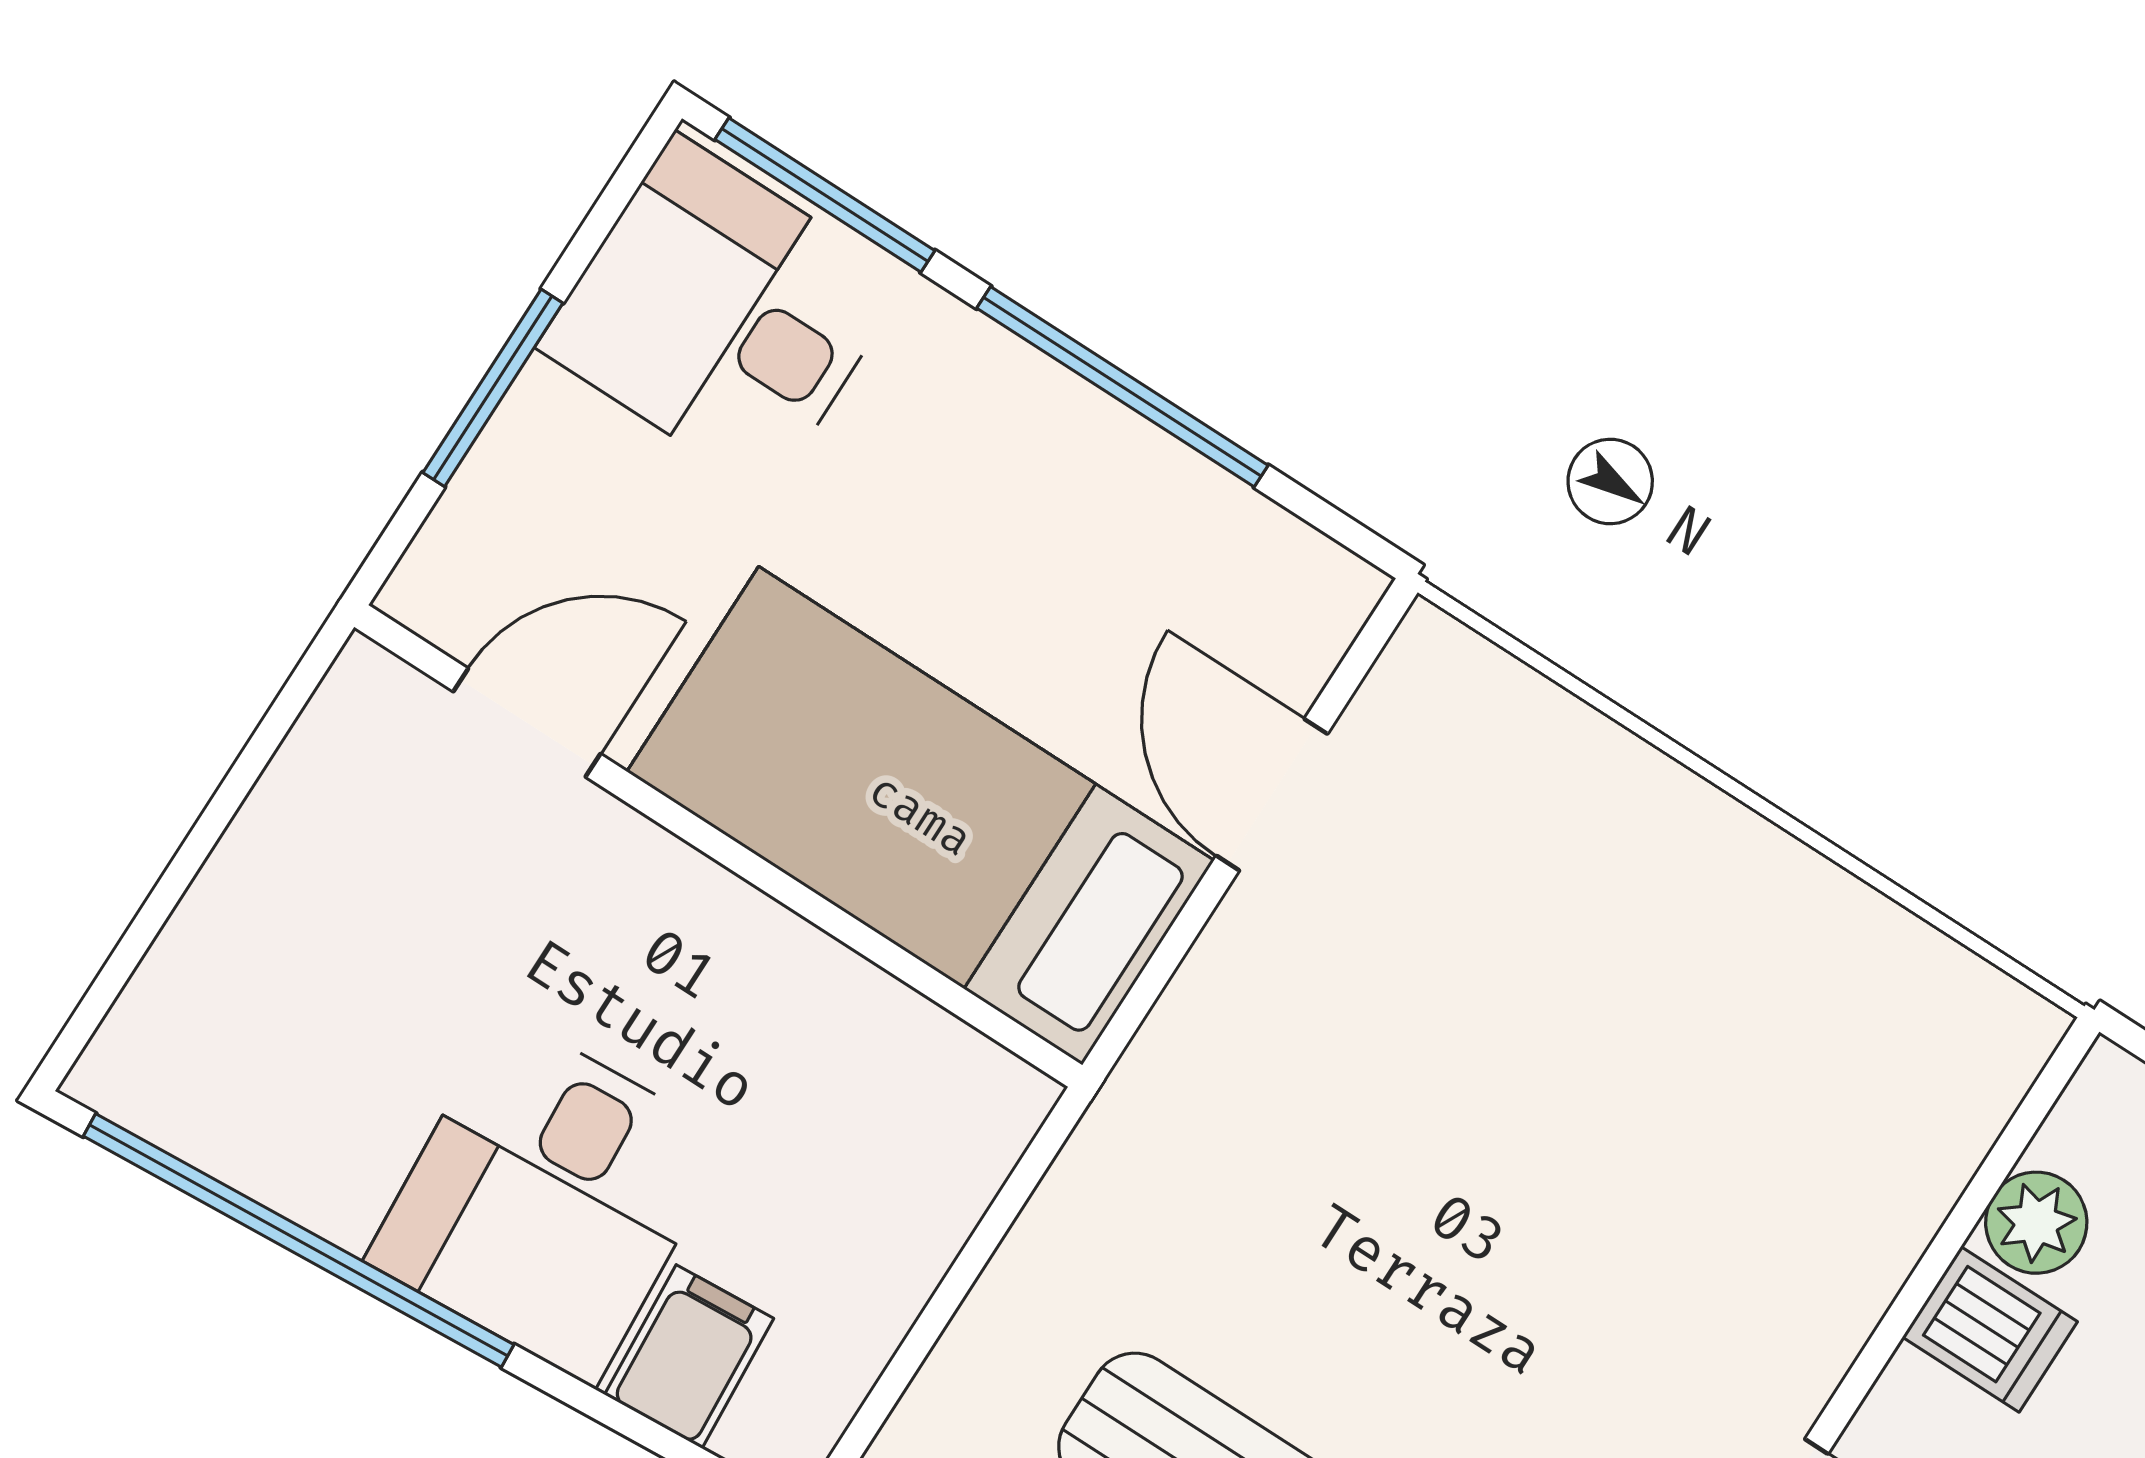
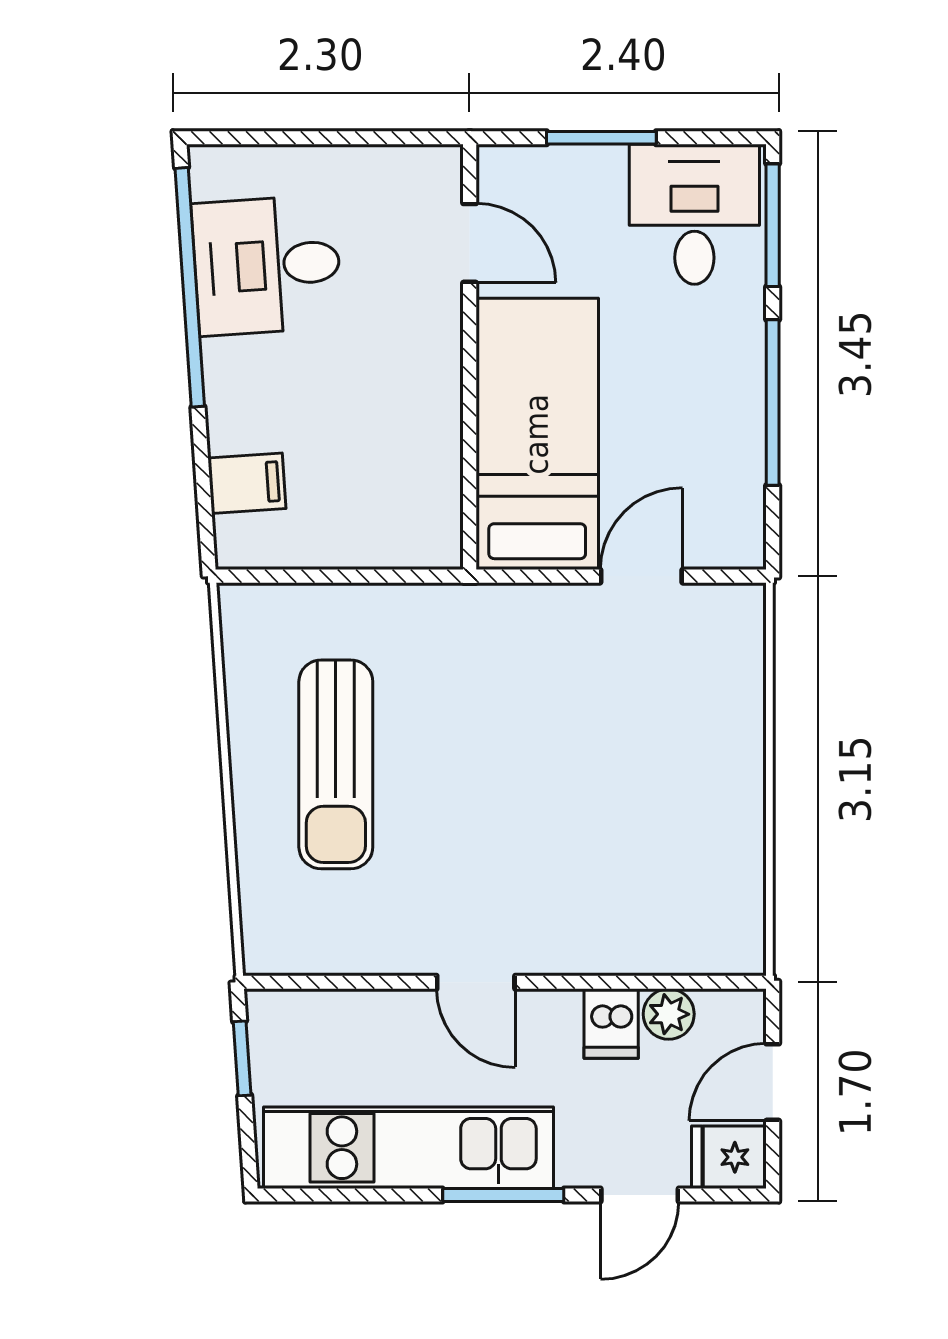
desk: (548, 1199) -> (267, 265), moved

